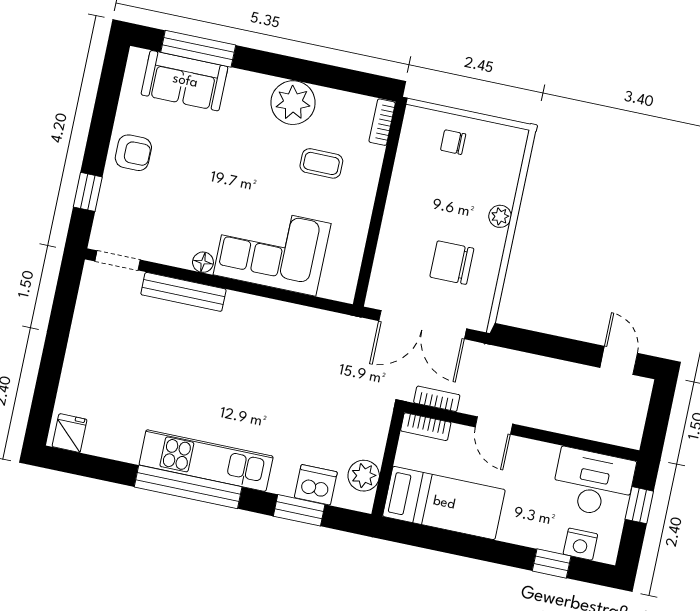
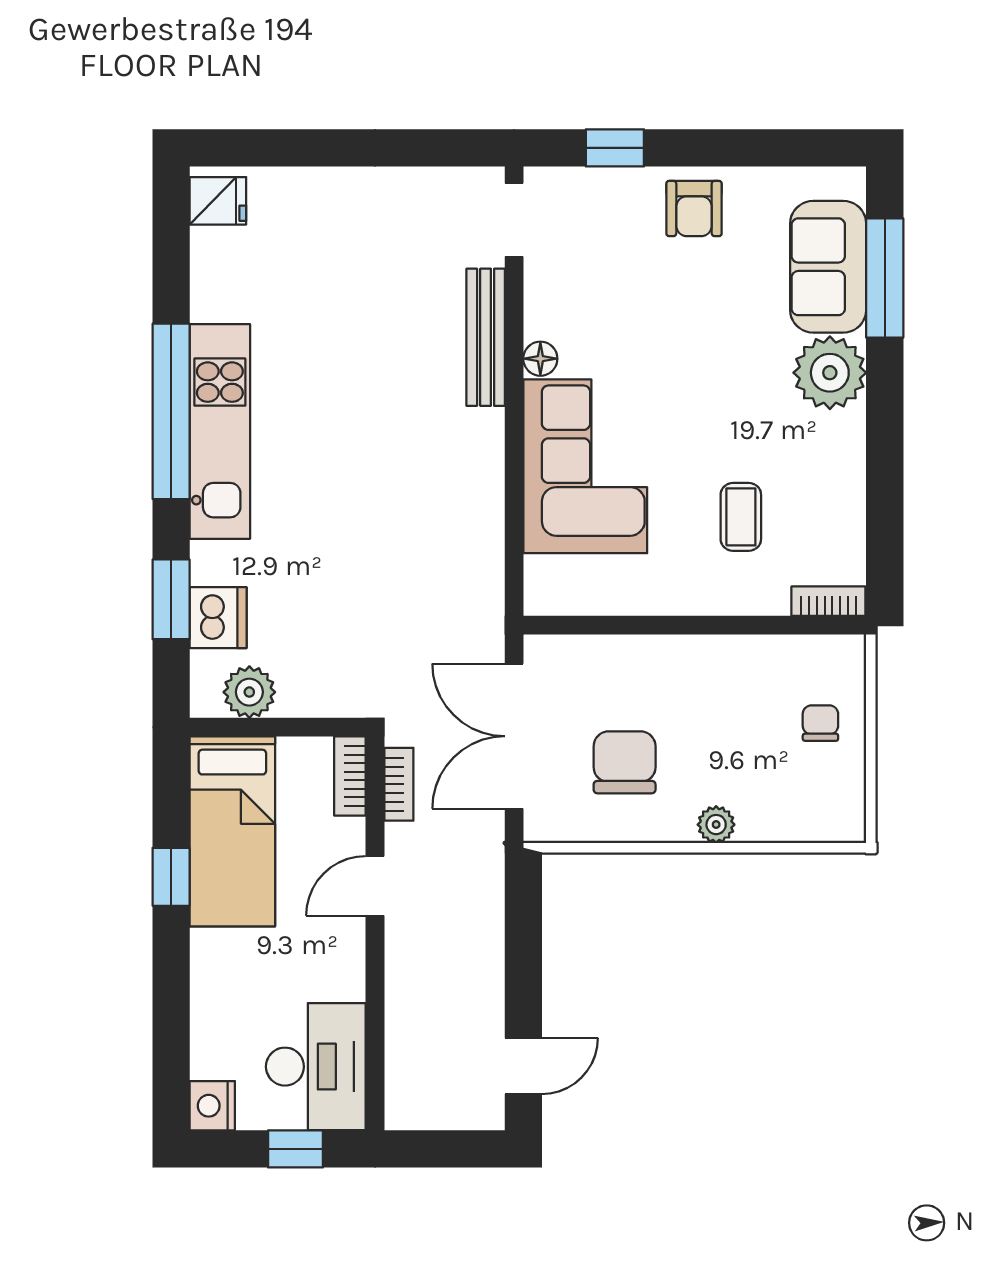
plant: (293, 103) -> (830, 373), moved
nightstand: (580, 544) -> (212, 1106), moved
window: (552, 563) -> (171, 877), moved

